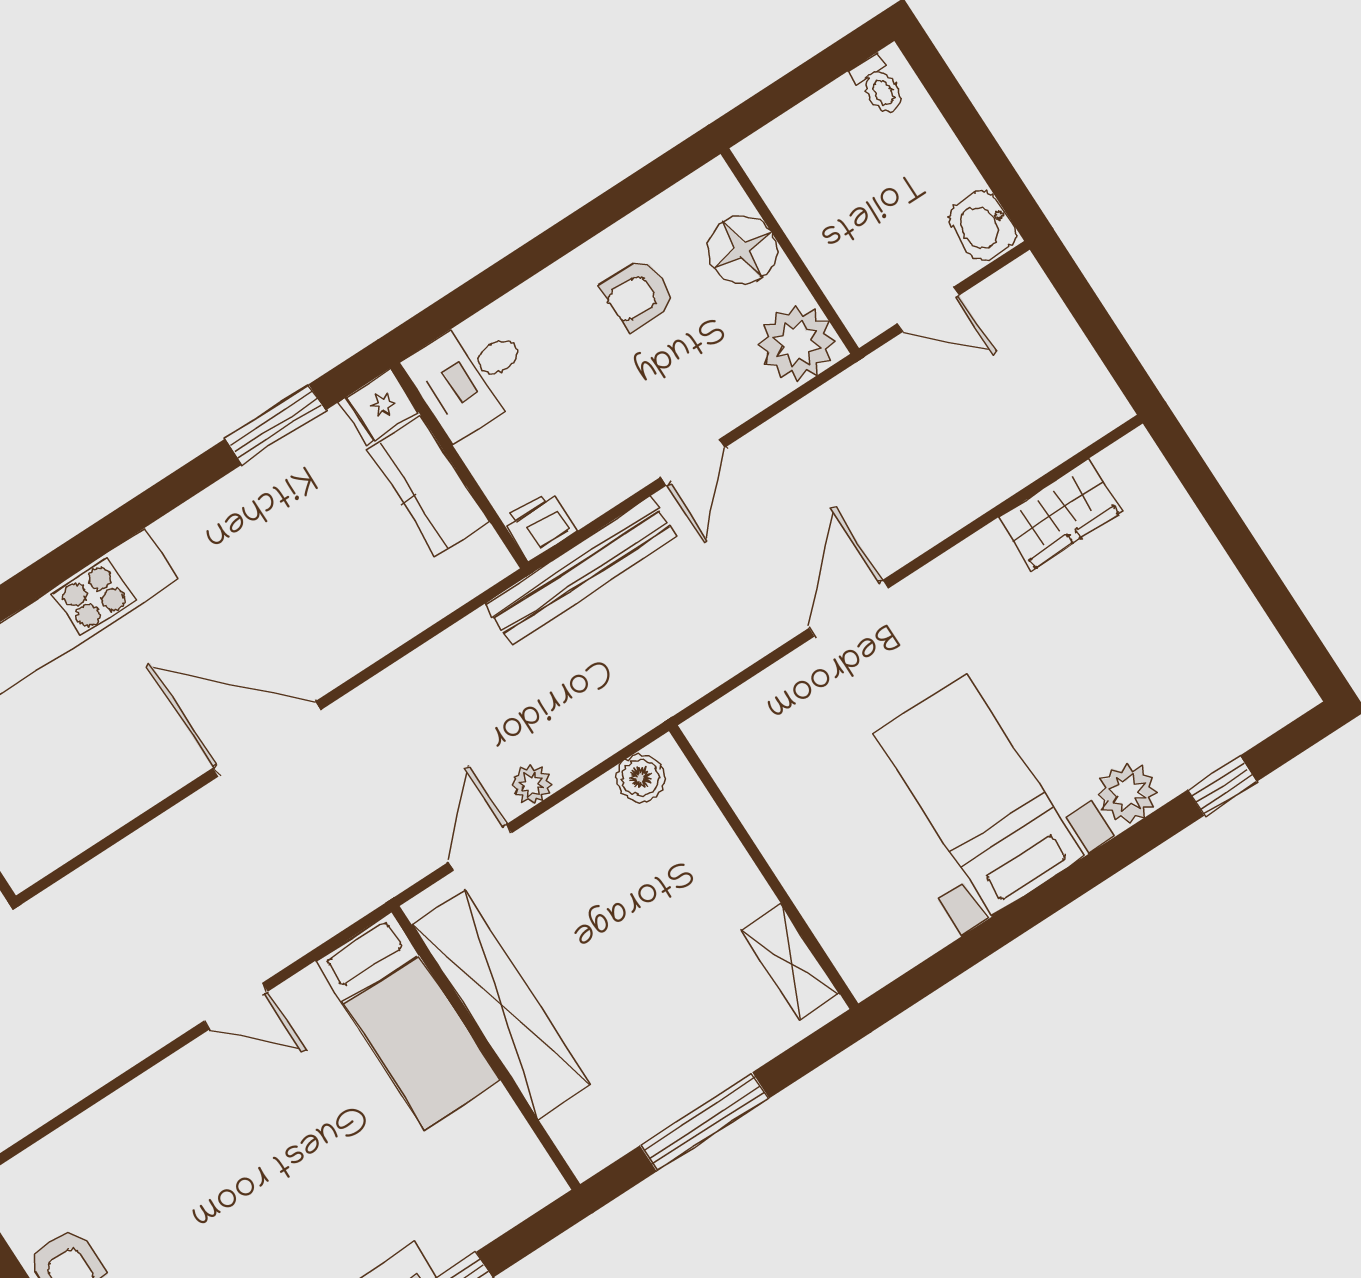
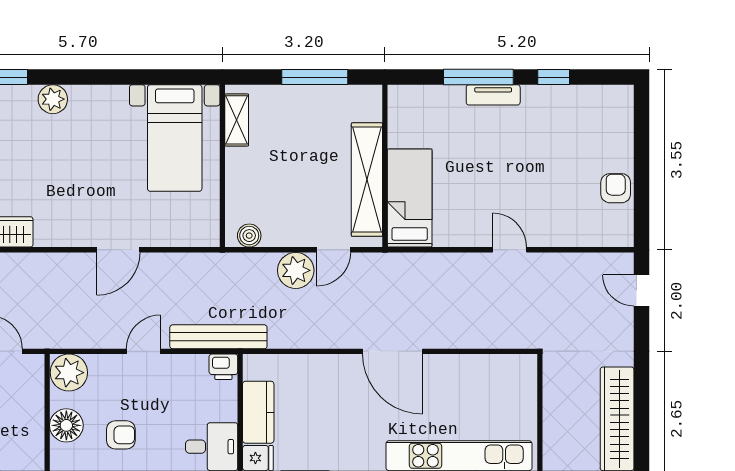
plant: (532, 784) -> (296, 270), width x1.88, depth x1.88
bed with nightstands: (979, 795) -> (175, 138), moved
door: (236, 1006) -> (510, 250), moved

